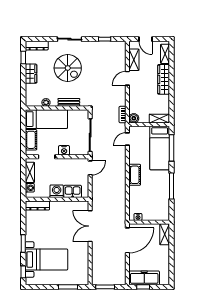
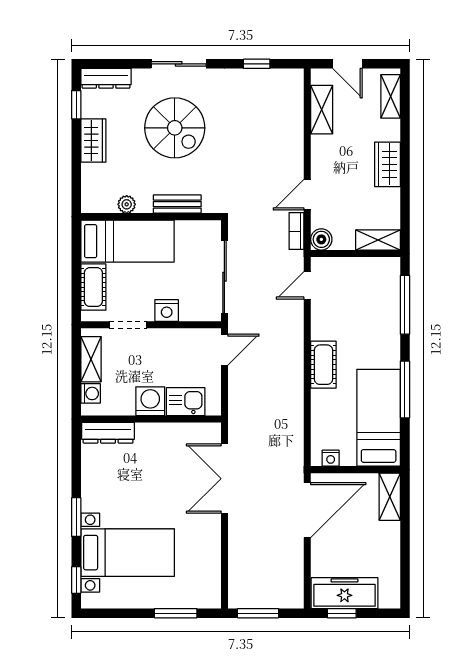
door: (127, 78) -> (307, 195), moved
wardrobe: (164, 79) -> (387, 164), width x0.67
bed: (160, 148) -> (379, 418), moved, turned 180

